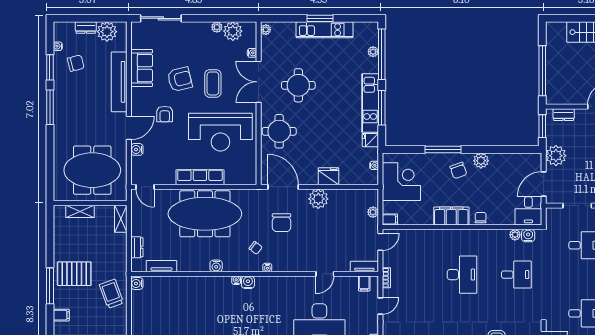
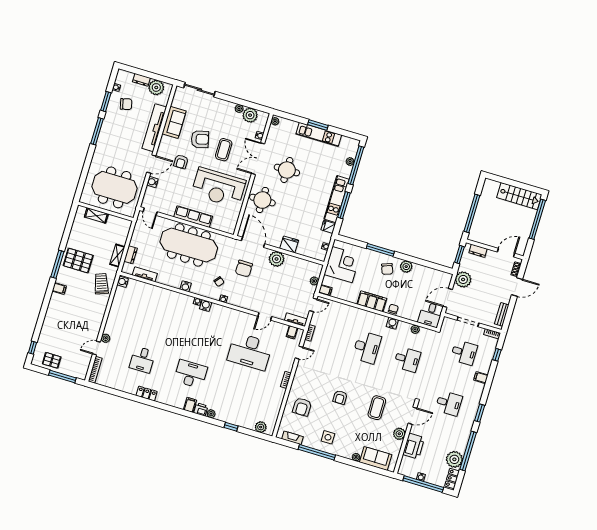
shelving: (121, 219) -> (117, 256), moved
water cooler: (528, 236) -> (392, 323), moved

